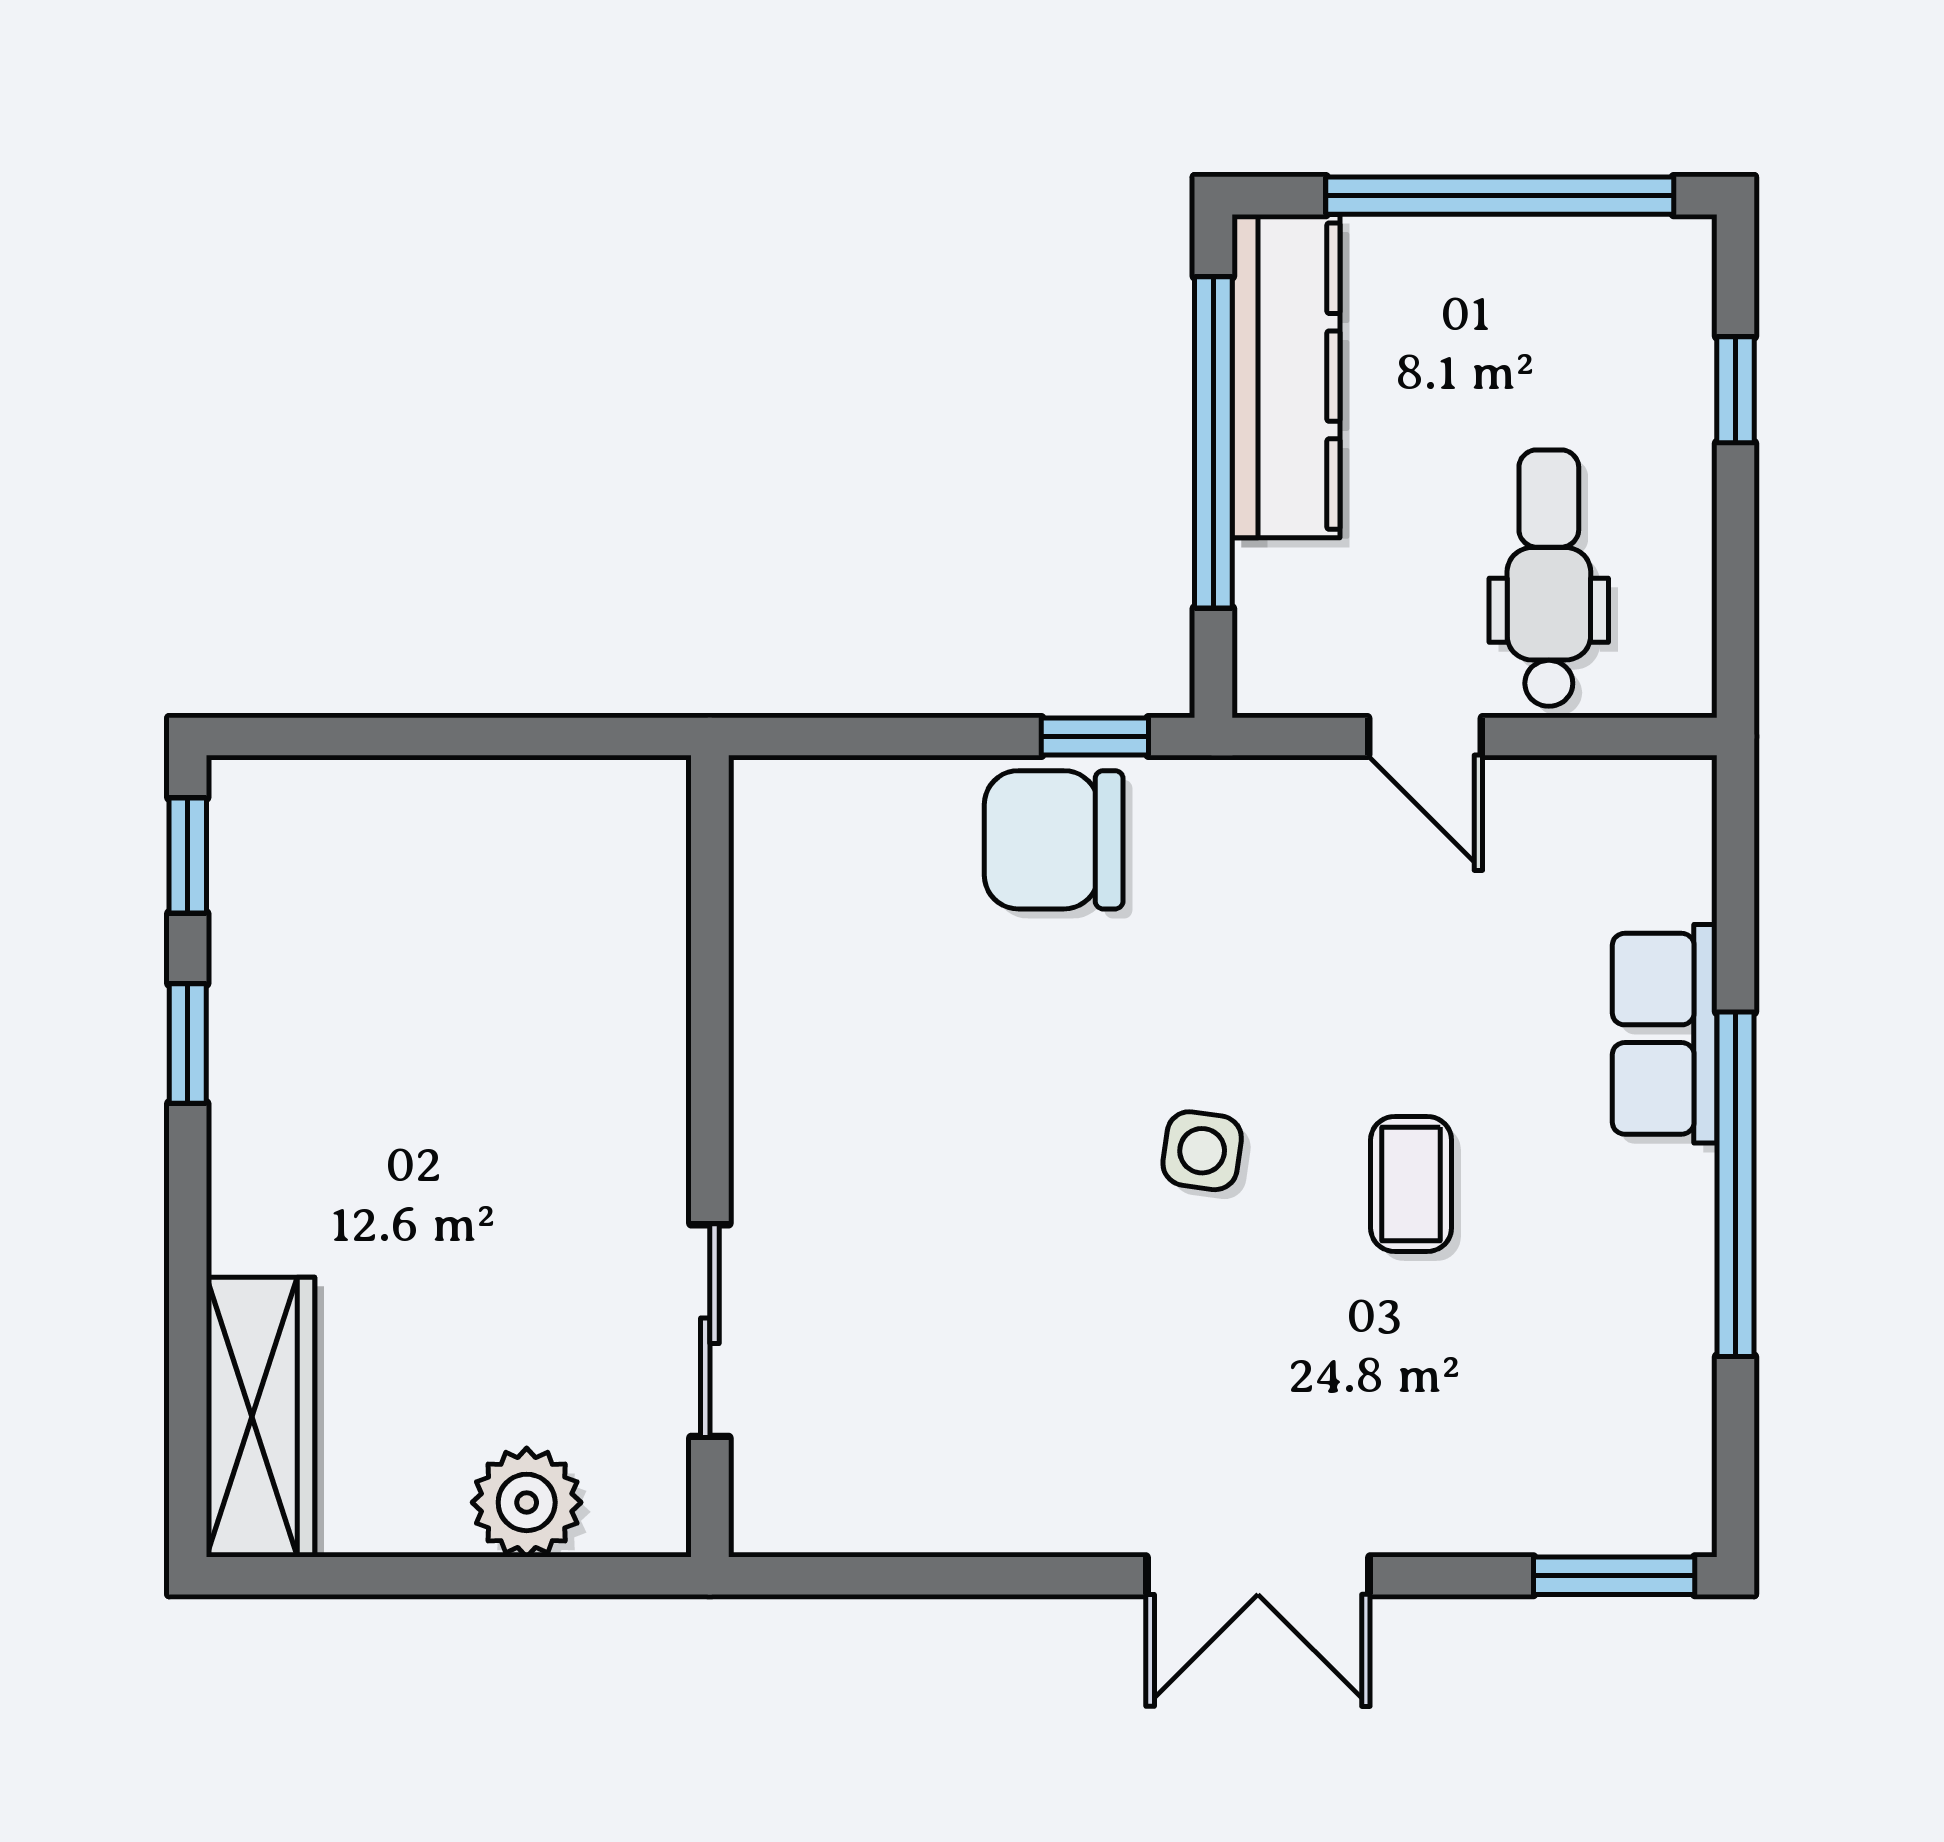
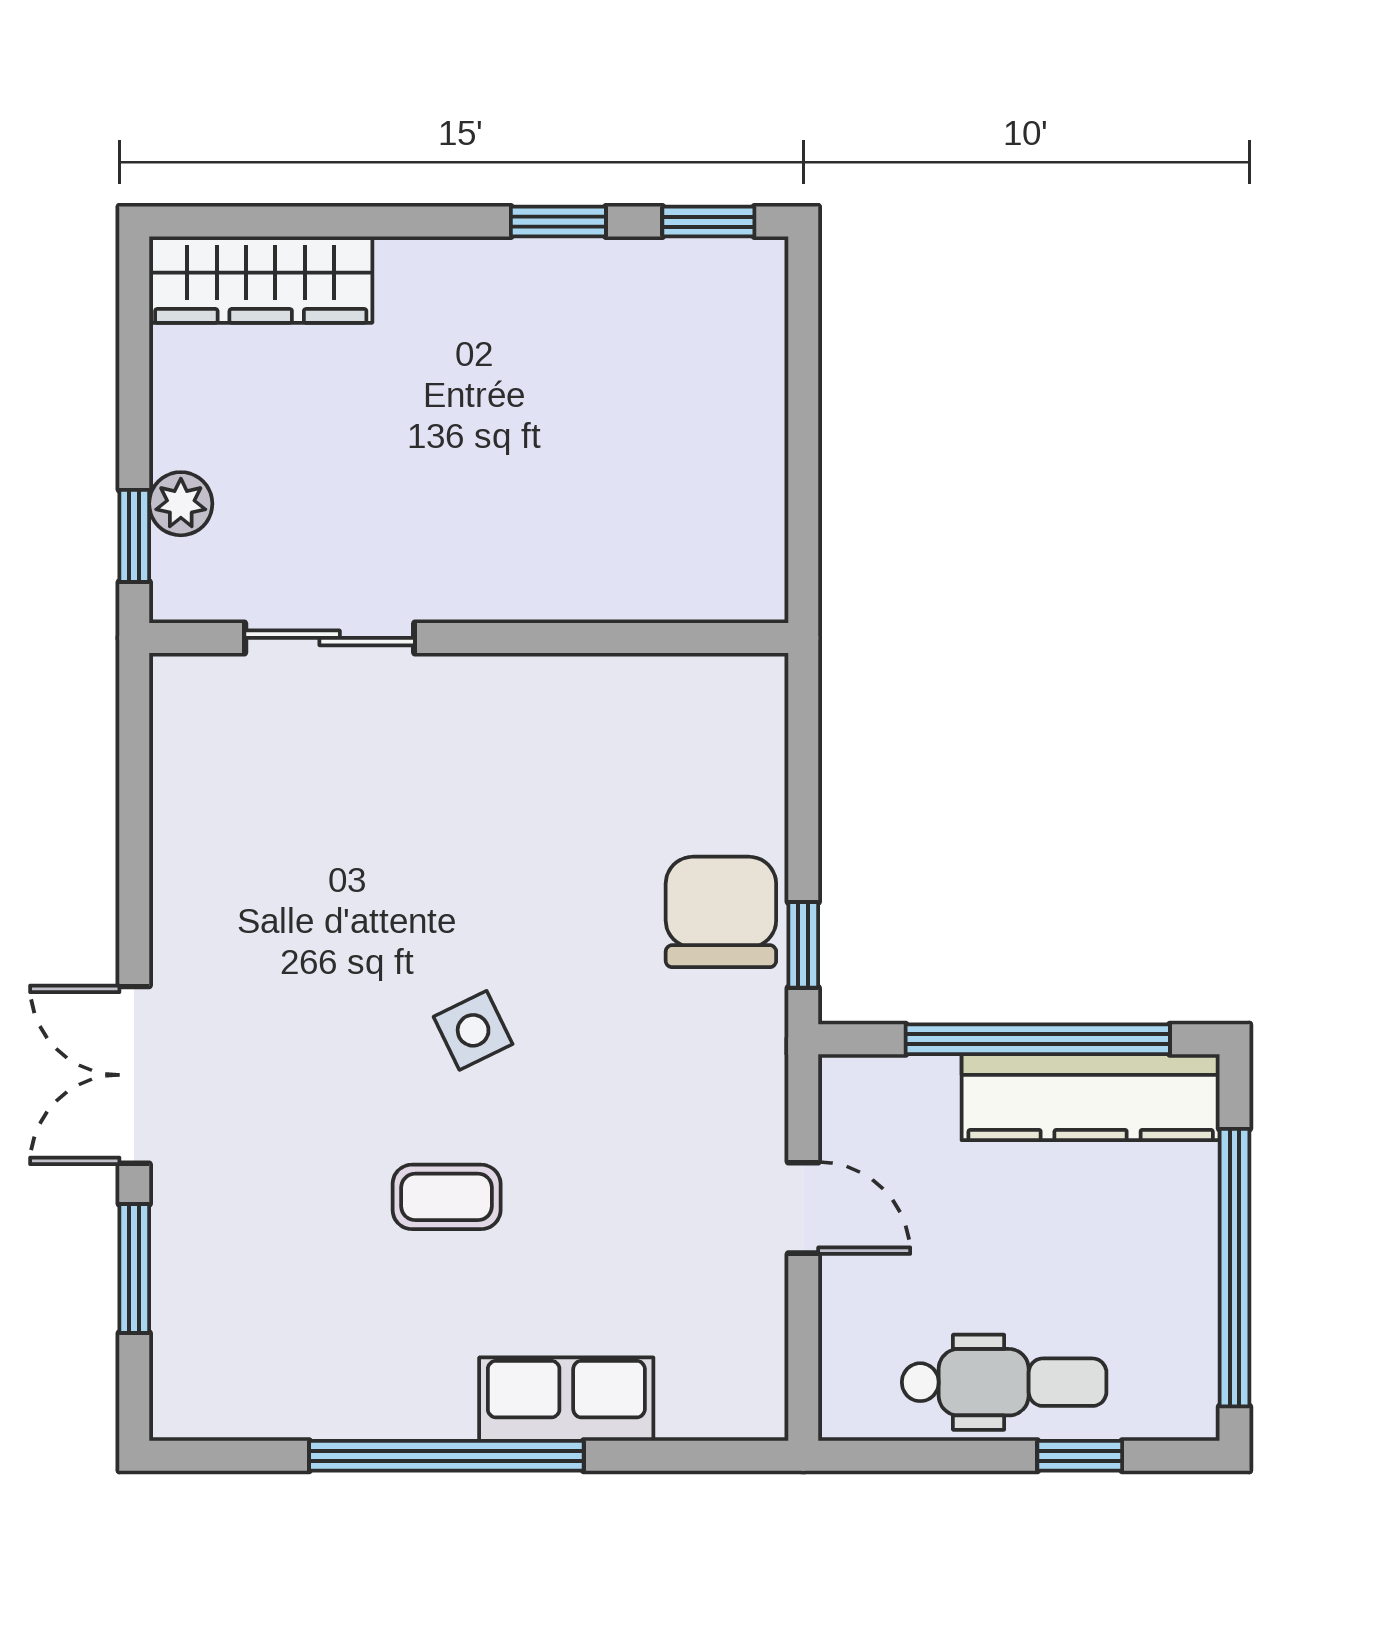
dental chair: (1549, 578) -> (1004, 1382), moved
door: (1425, 736) -> (803, 1208), swing flipped
side table: (1202, 1151) -> (473, 1030), turned -34
plant: (527, 1502) -> (181, 504), width x0.73, depth x0.73
window: (582, 1576) -> (134, 536), added
window: (1614, 1576) -> (134, 1269), moved

